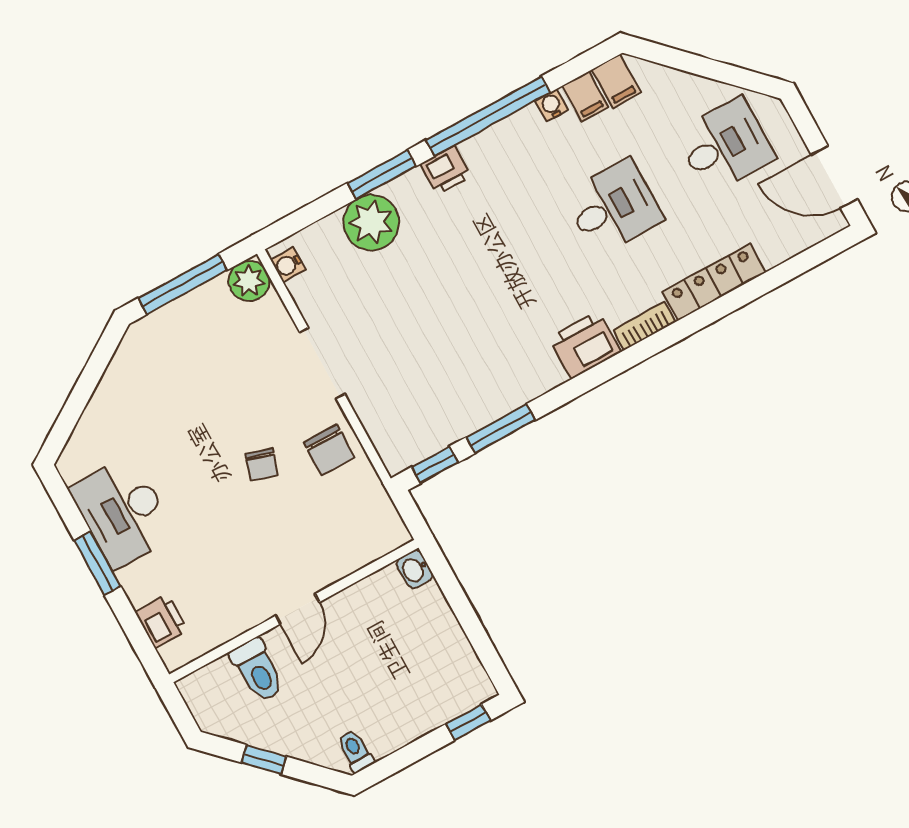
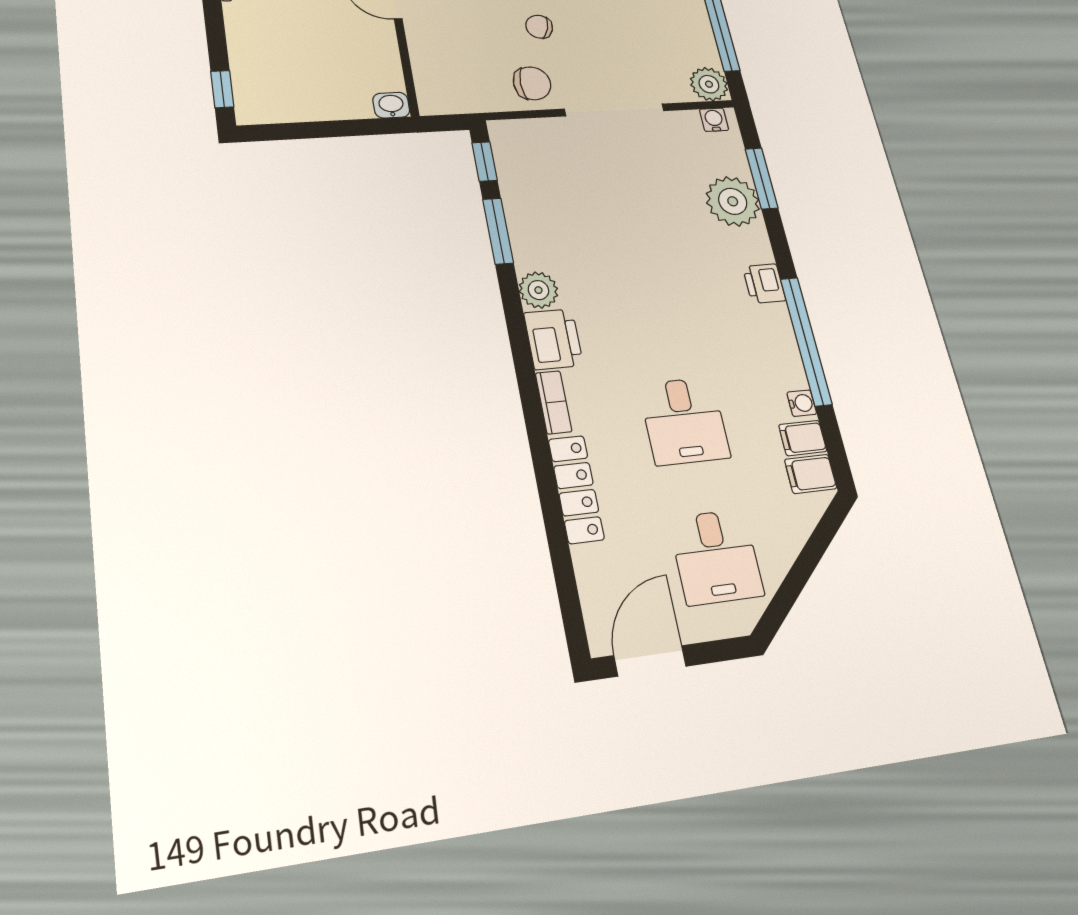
window: (382, 175) -> (761, 178), moved
doorway: (322, 363) -> (614, 110), width x1.36
plant: (543, 373) -> (538, 290), added
chair: (330, 450) -> (532, 83), turned 180

